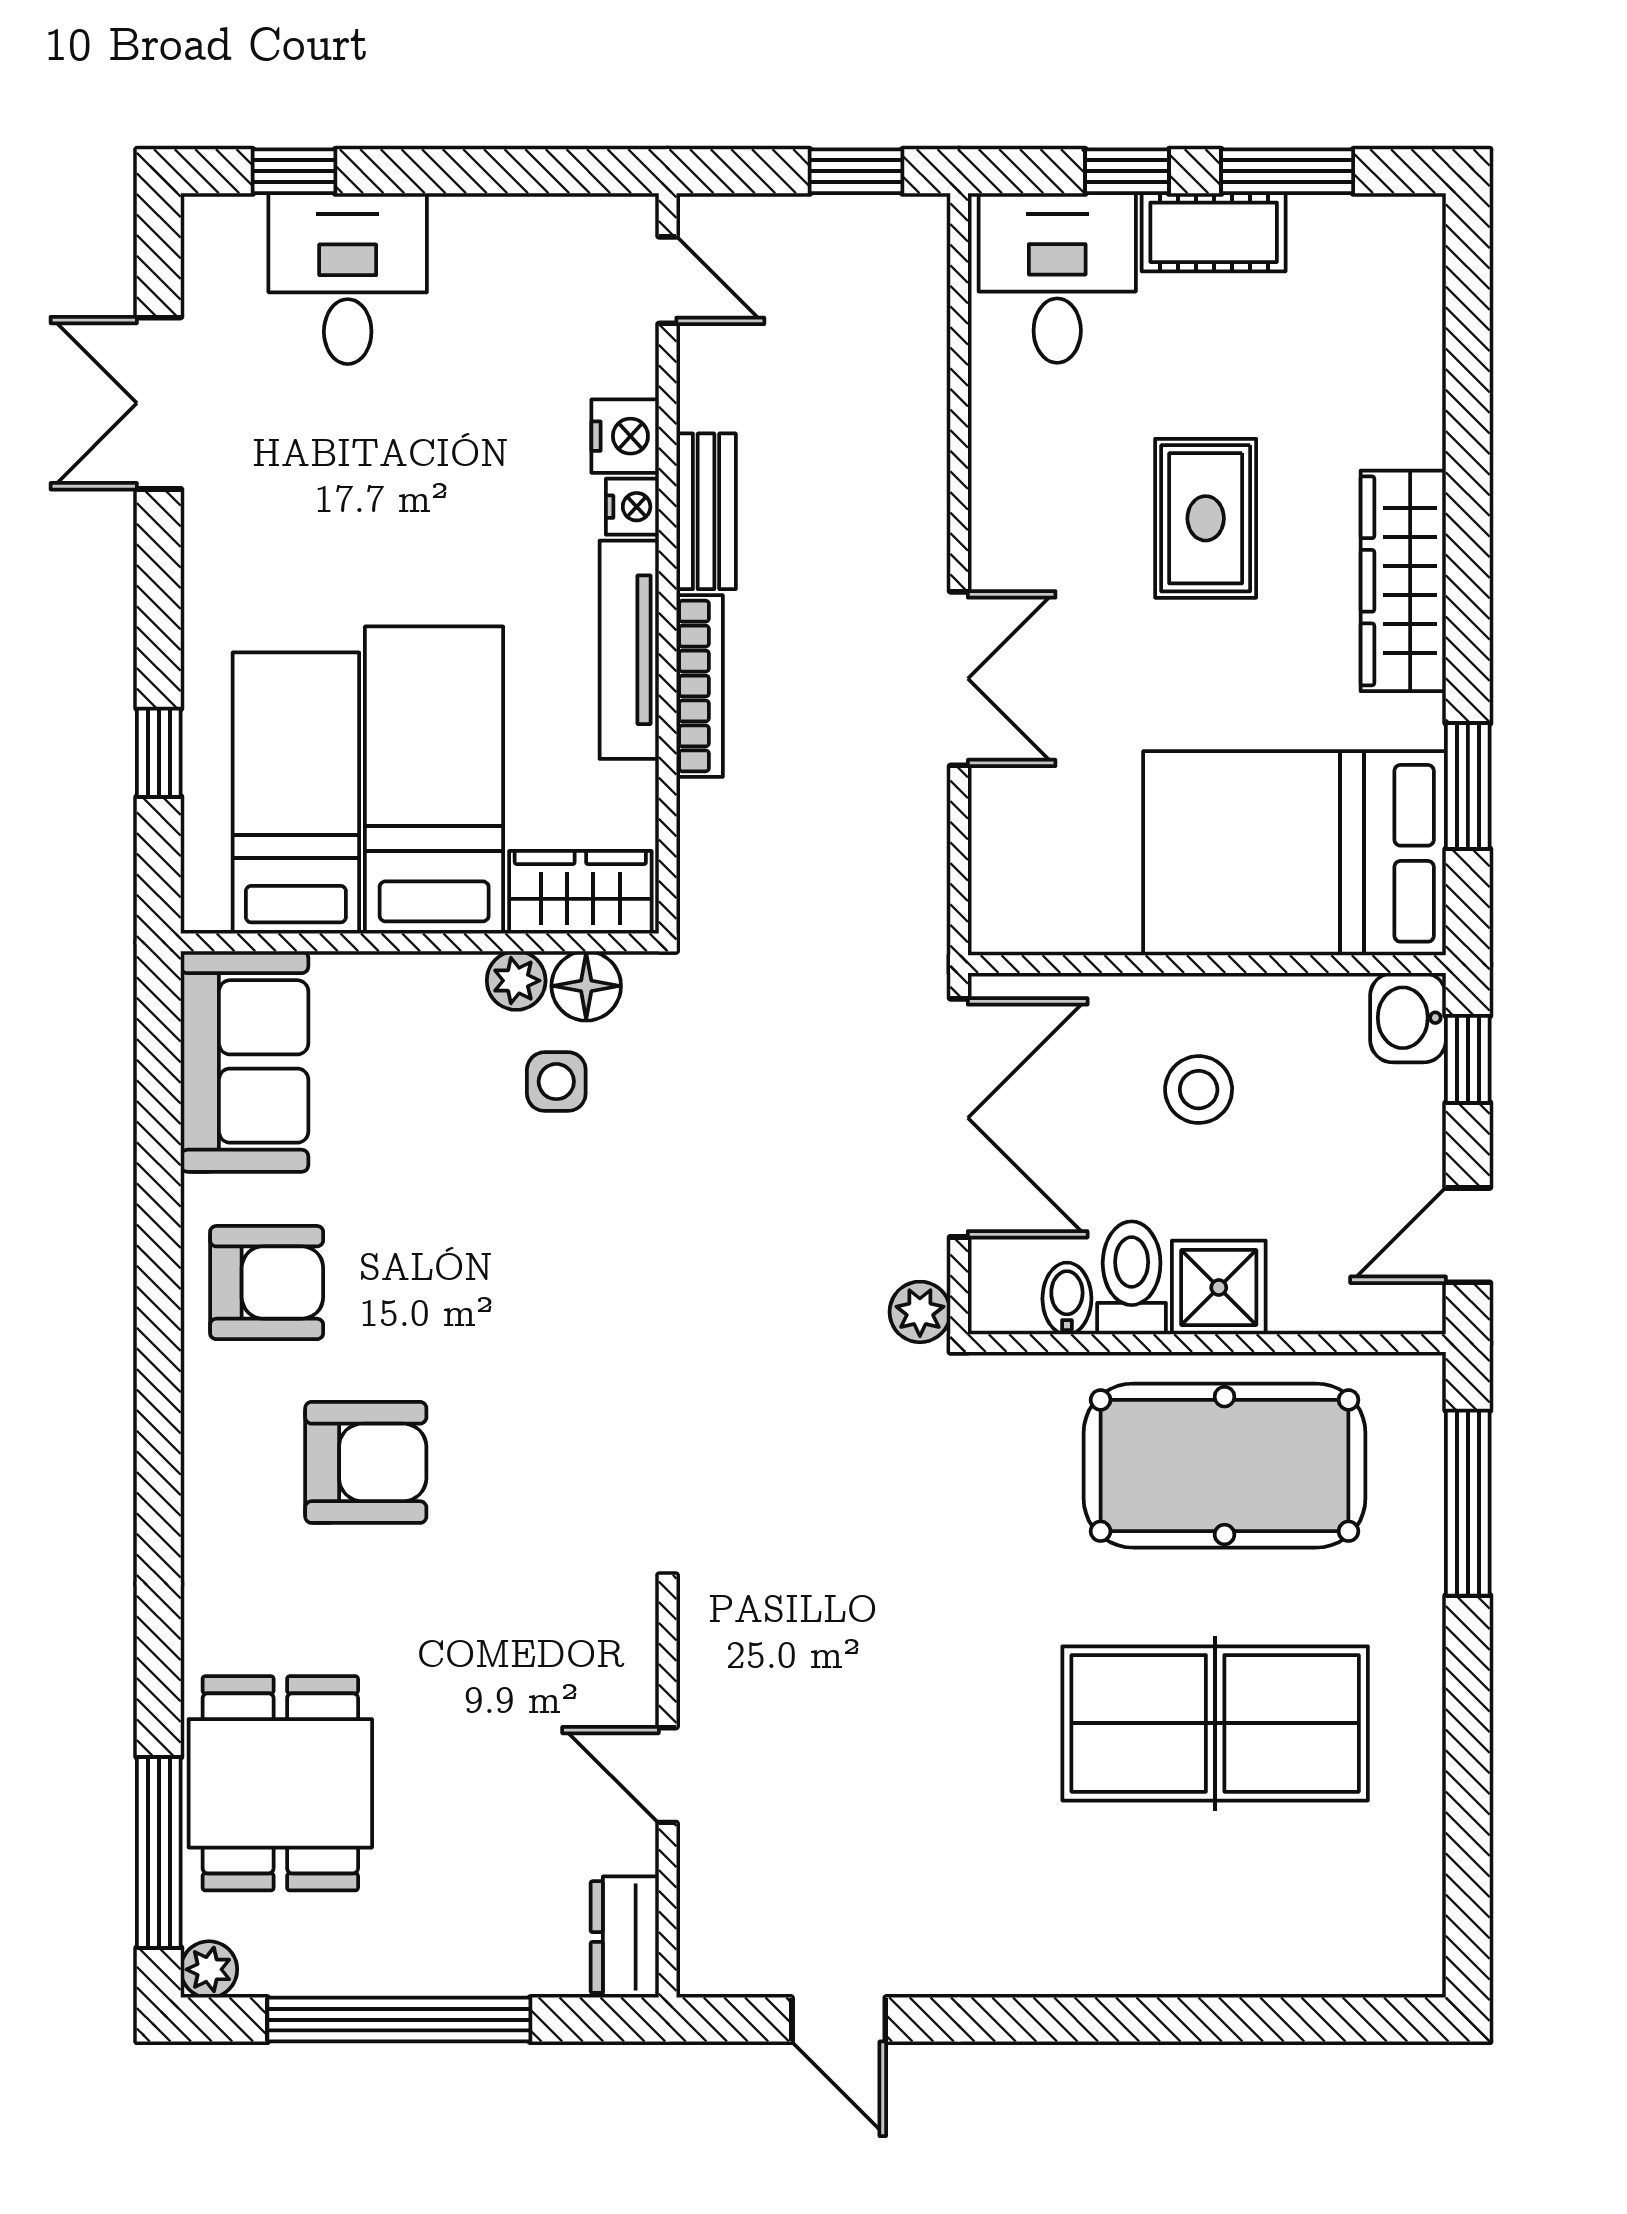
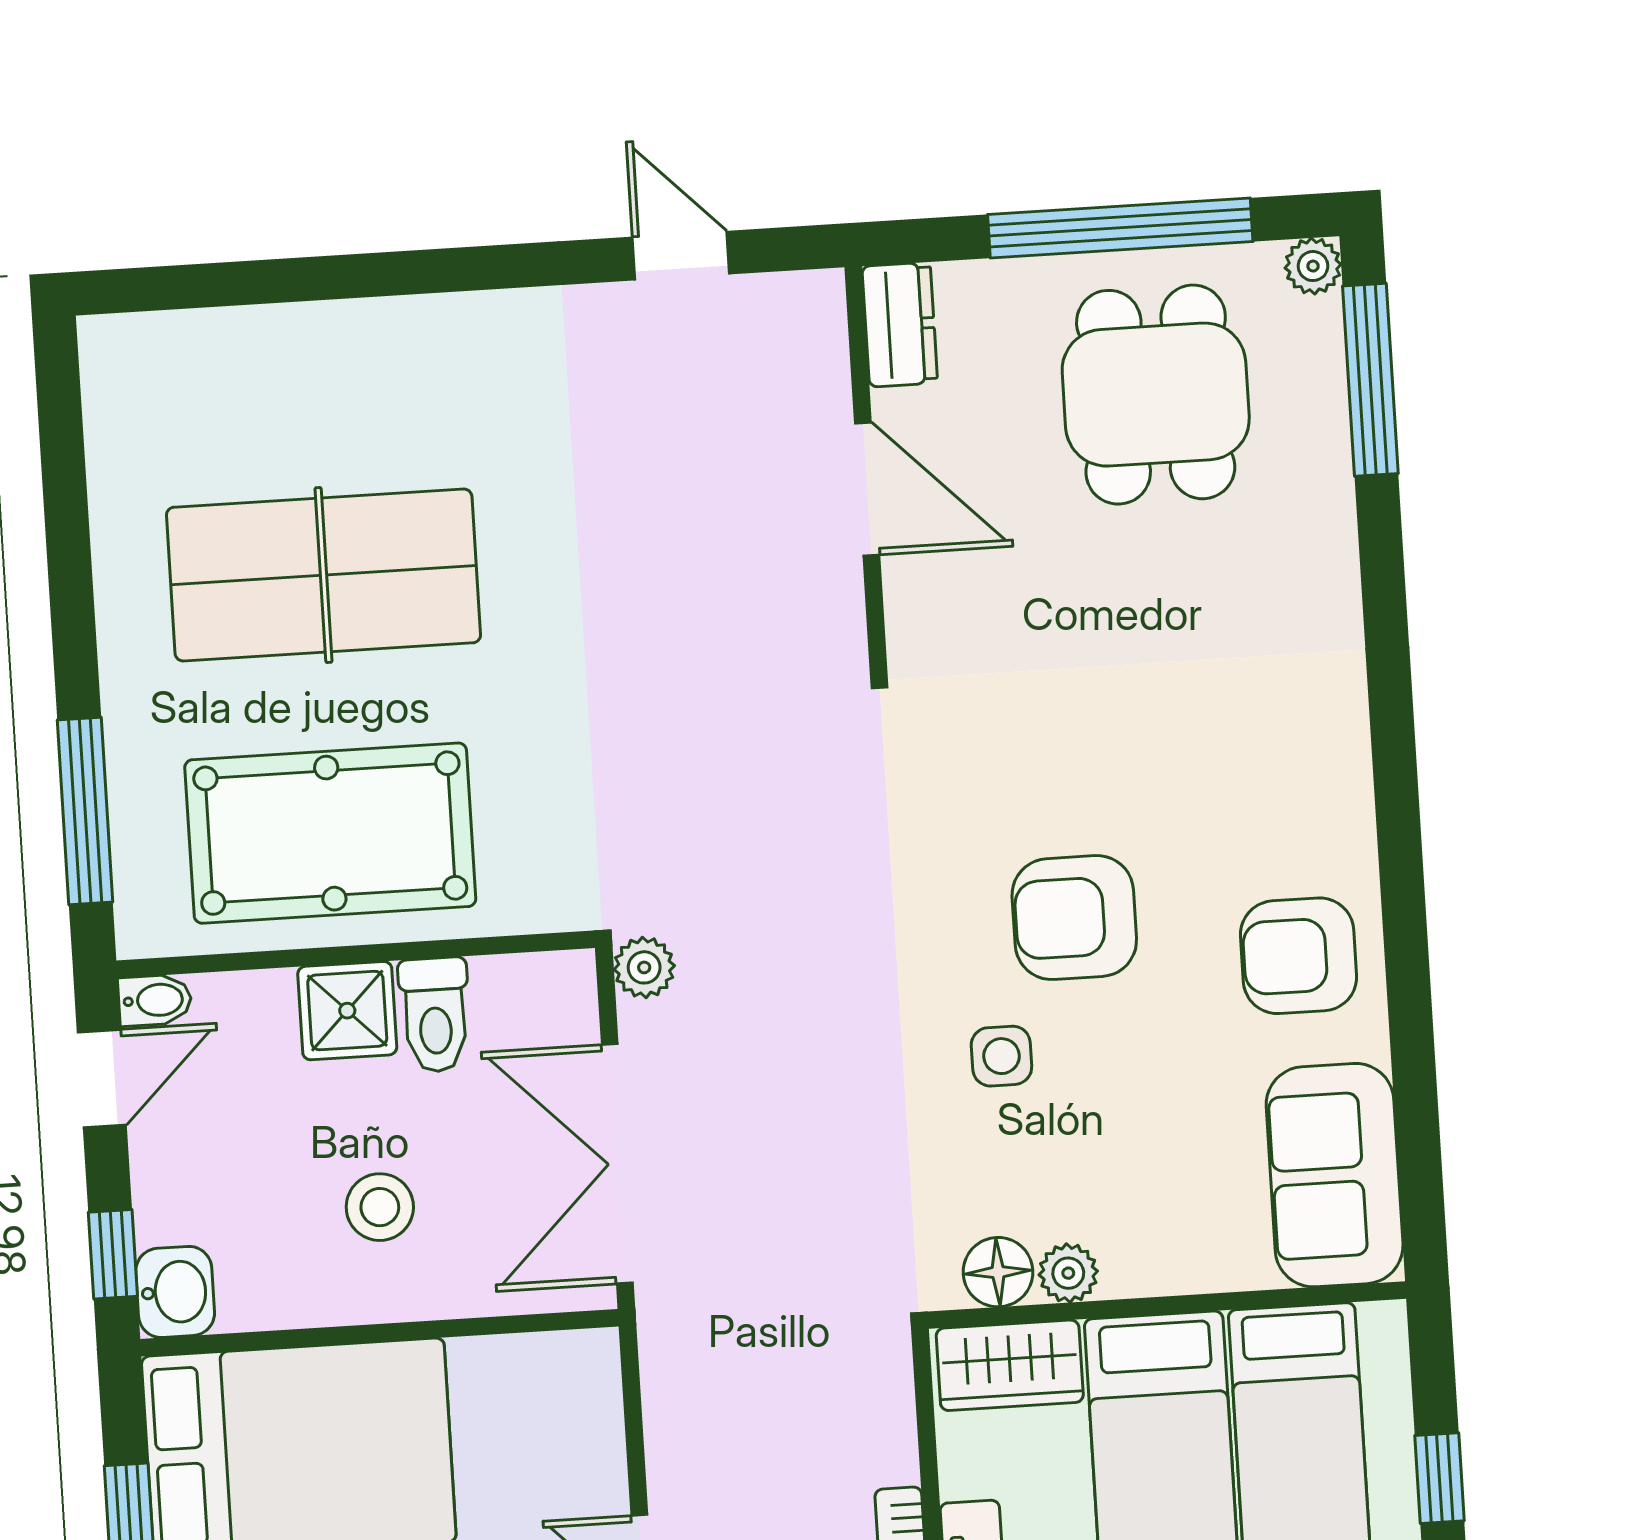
side table: (556, 1082) -> (1001, 1056), moved
bidet: (1067, 1299) -> (155, 1000), moved, turned -90
armchair: (366, 1462) -> (1074, 918), moved
door: (668, 1775) -> (867, 489), width x1.38
dining table: (280, 1783) -> (1156, 395), moved

